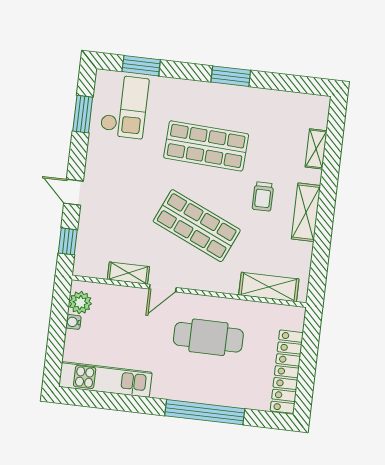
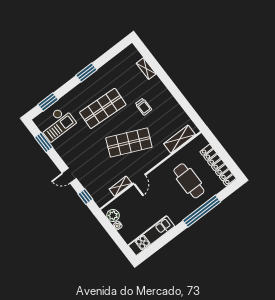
checkout: (124, 107) -> (57, 124), turned 90
shelving: (306, 212) -> (166, 97), removed
cafe table: (208, 337) -> (189, 181), moved, turned 90

